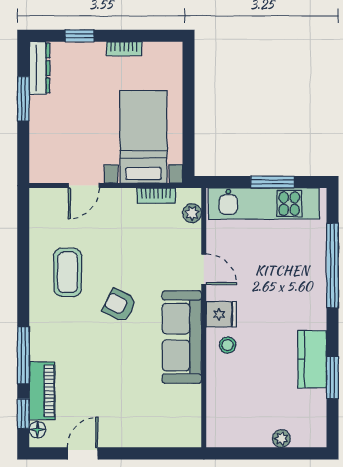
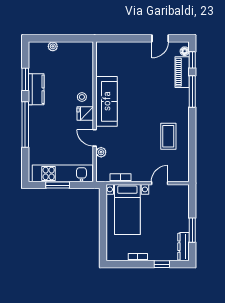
plant: (192, 213) -> (101, 152), moved
window: (332, 266) -> (25, 124), moved
armchair: (119, 305) -> (140, 119), removed

